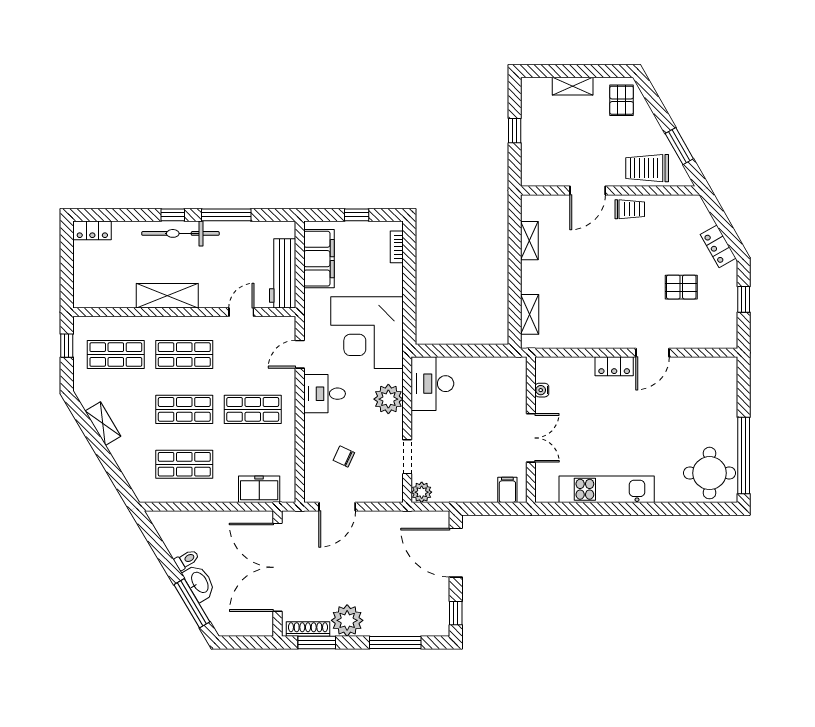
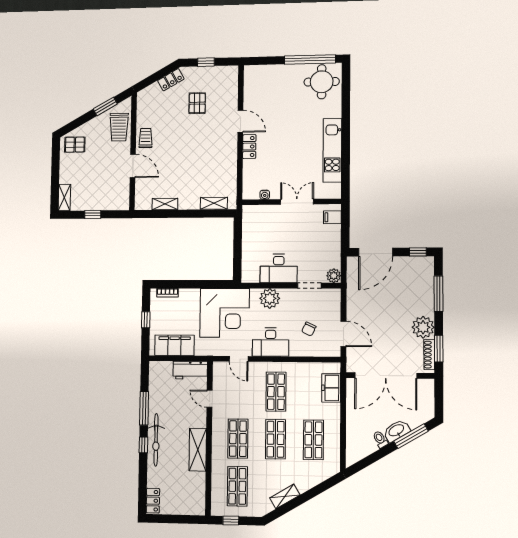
shelving: (573, 86) -> (64, 197), moved
workbench: (283, 273) -> (190, 370), width x0.73
desk: (432, 384) -> (279, 268), moved
desk: (325, 394) -> (271, 342), width x1.37

